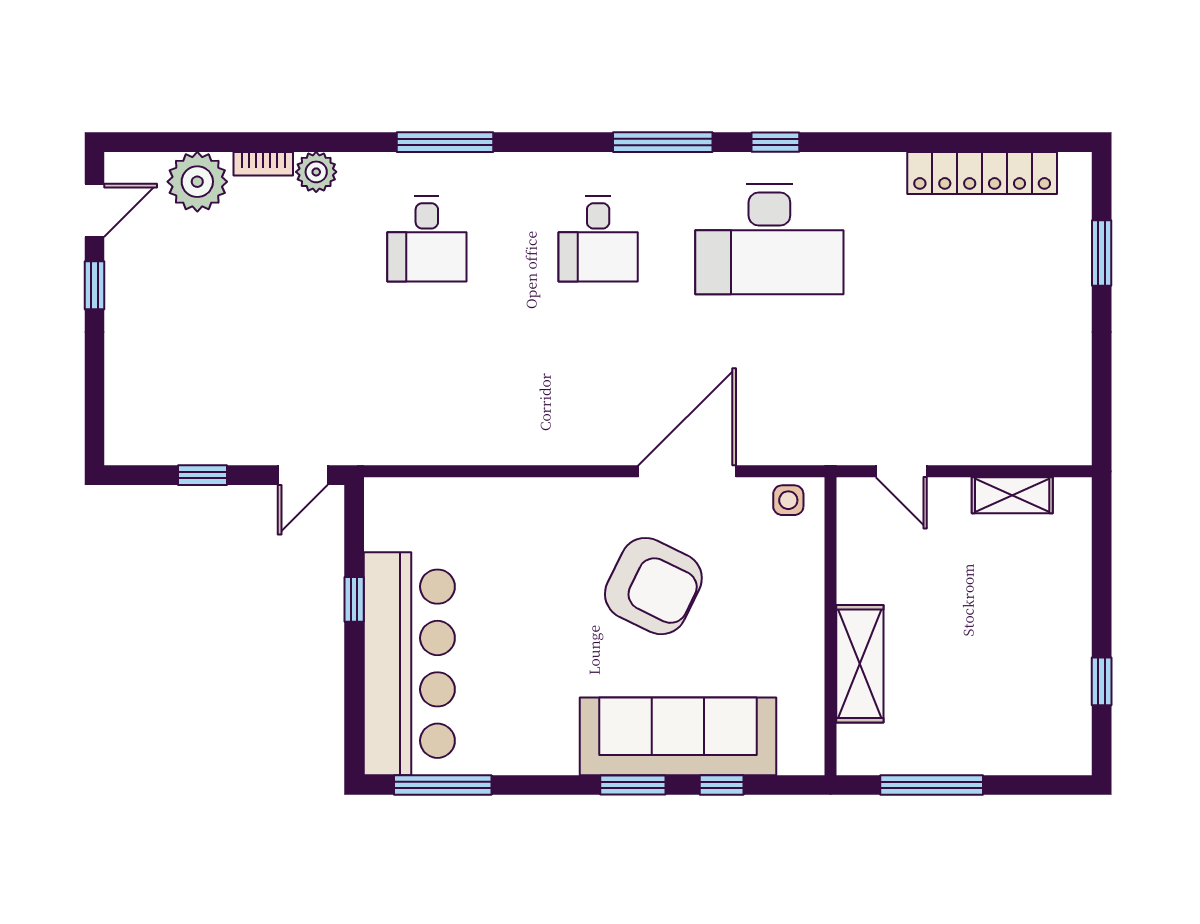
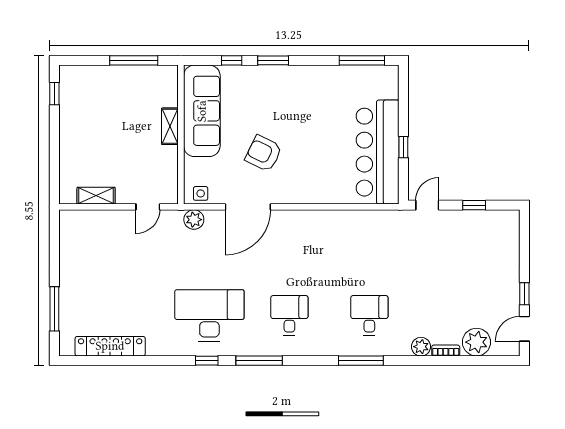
window: (1102, 253) -> (54, 309), width x1.44
plant: (803, 444) -> (194, 220), added
door: (901, 471) -> (148, 207), swing flipped
armchair: (653, 586) -> (264, 153), width x0.73, depth x0.73
bar counter: (409, 664) -> (378, 152), moved
shelving: (860, 664) -> (170, 126), width x0.67, depth x0.75
window: (1102, 681) -> (54, 94), moved
sofa: (678, 736) -> (202, 111), moved, turned -90

